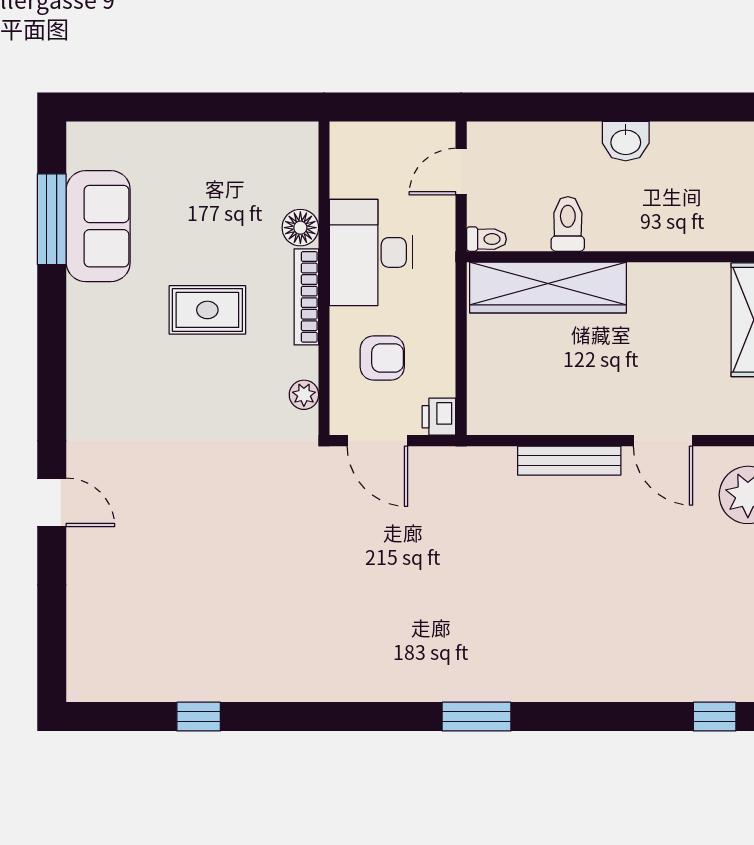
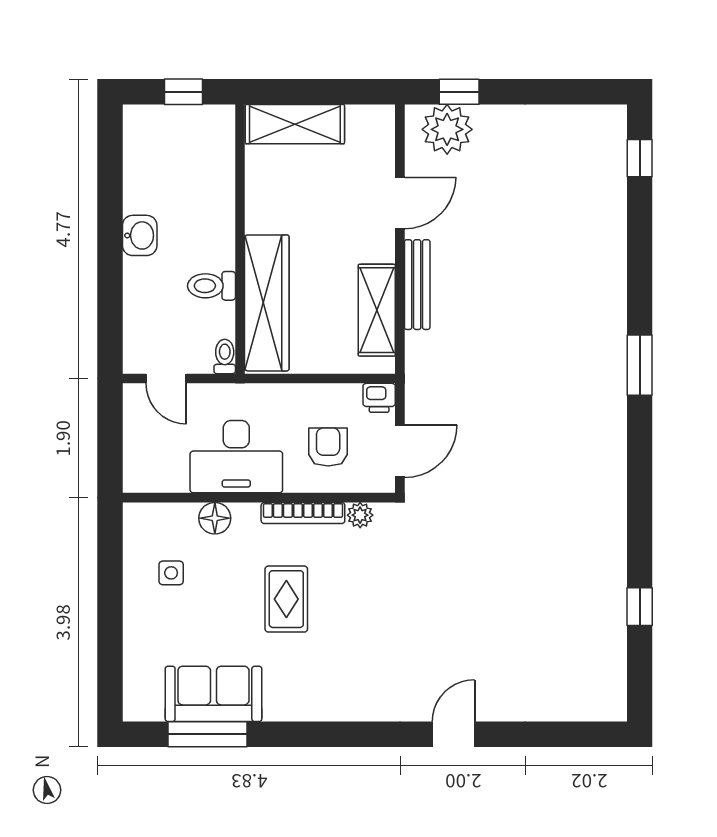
side table: (237, 177) -> (171, 573), added
bookcase: (306, 297) -> (303, 513), moved
shelving: (540, 414) -> (377, 310), added

